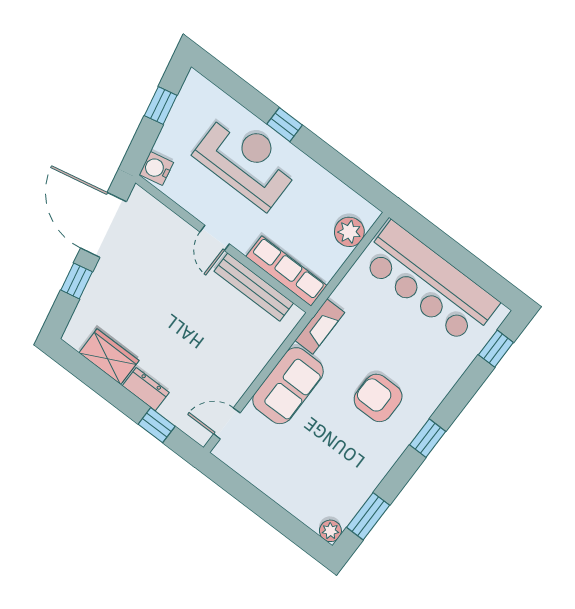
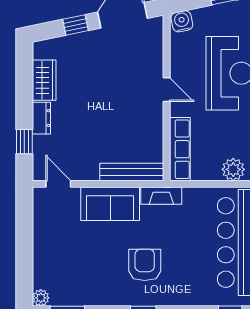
door: (215, 238) -> (167, 90), swing flipped
bench: (254, 287) -> (132, 172), moved, turned 90

